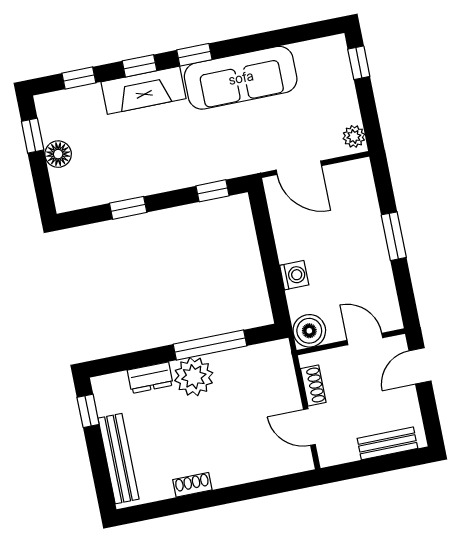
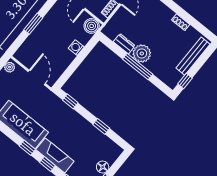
window: (210, 345) -> (138, 67), moved
dresser: (150, 378) -> (124, 44), moved

